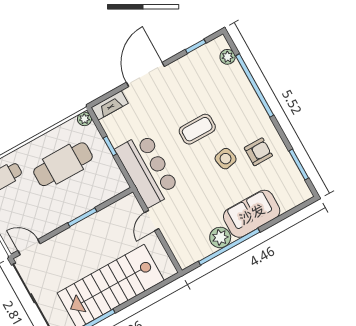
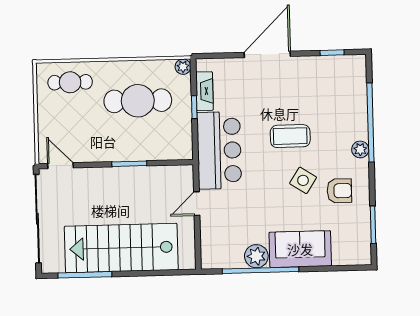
plant: (228, 57) -> (360, 149), moved
fireplace: (110, 105) -> (204, 91), moved, turned -90
side table: (226, 159) -> (303, 180), turned 45

